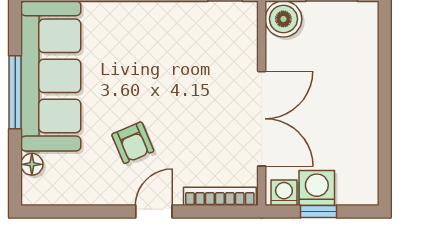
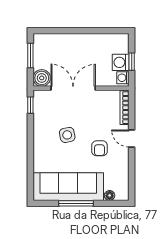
side table: (161, 74) -> (67, 135), added
double door: (262, 119) -> (73, 88), moved
armchair: (133, 143) -> (100, 148), turned 113

